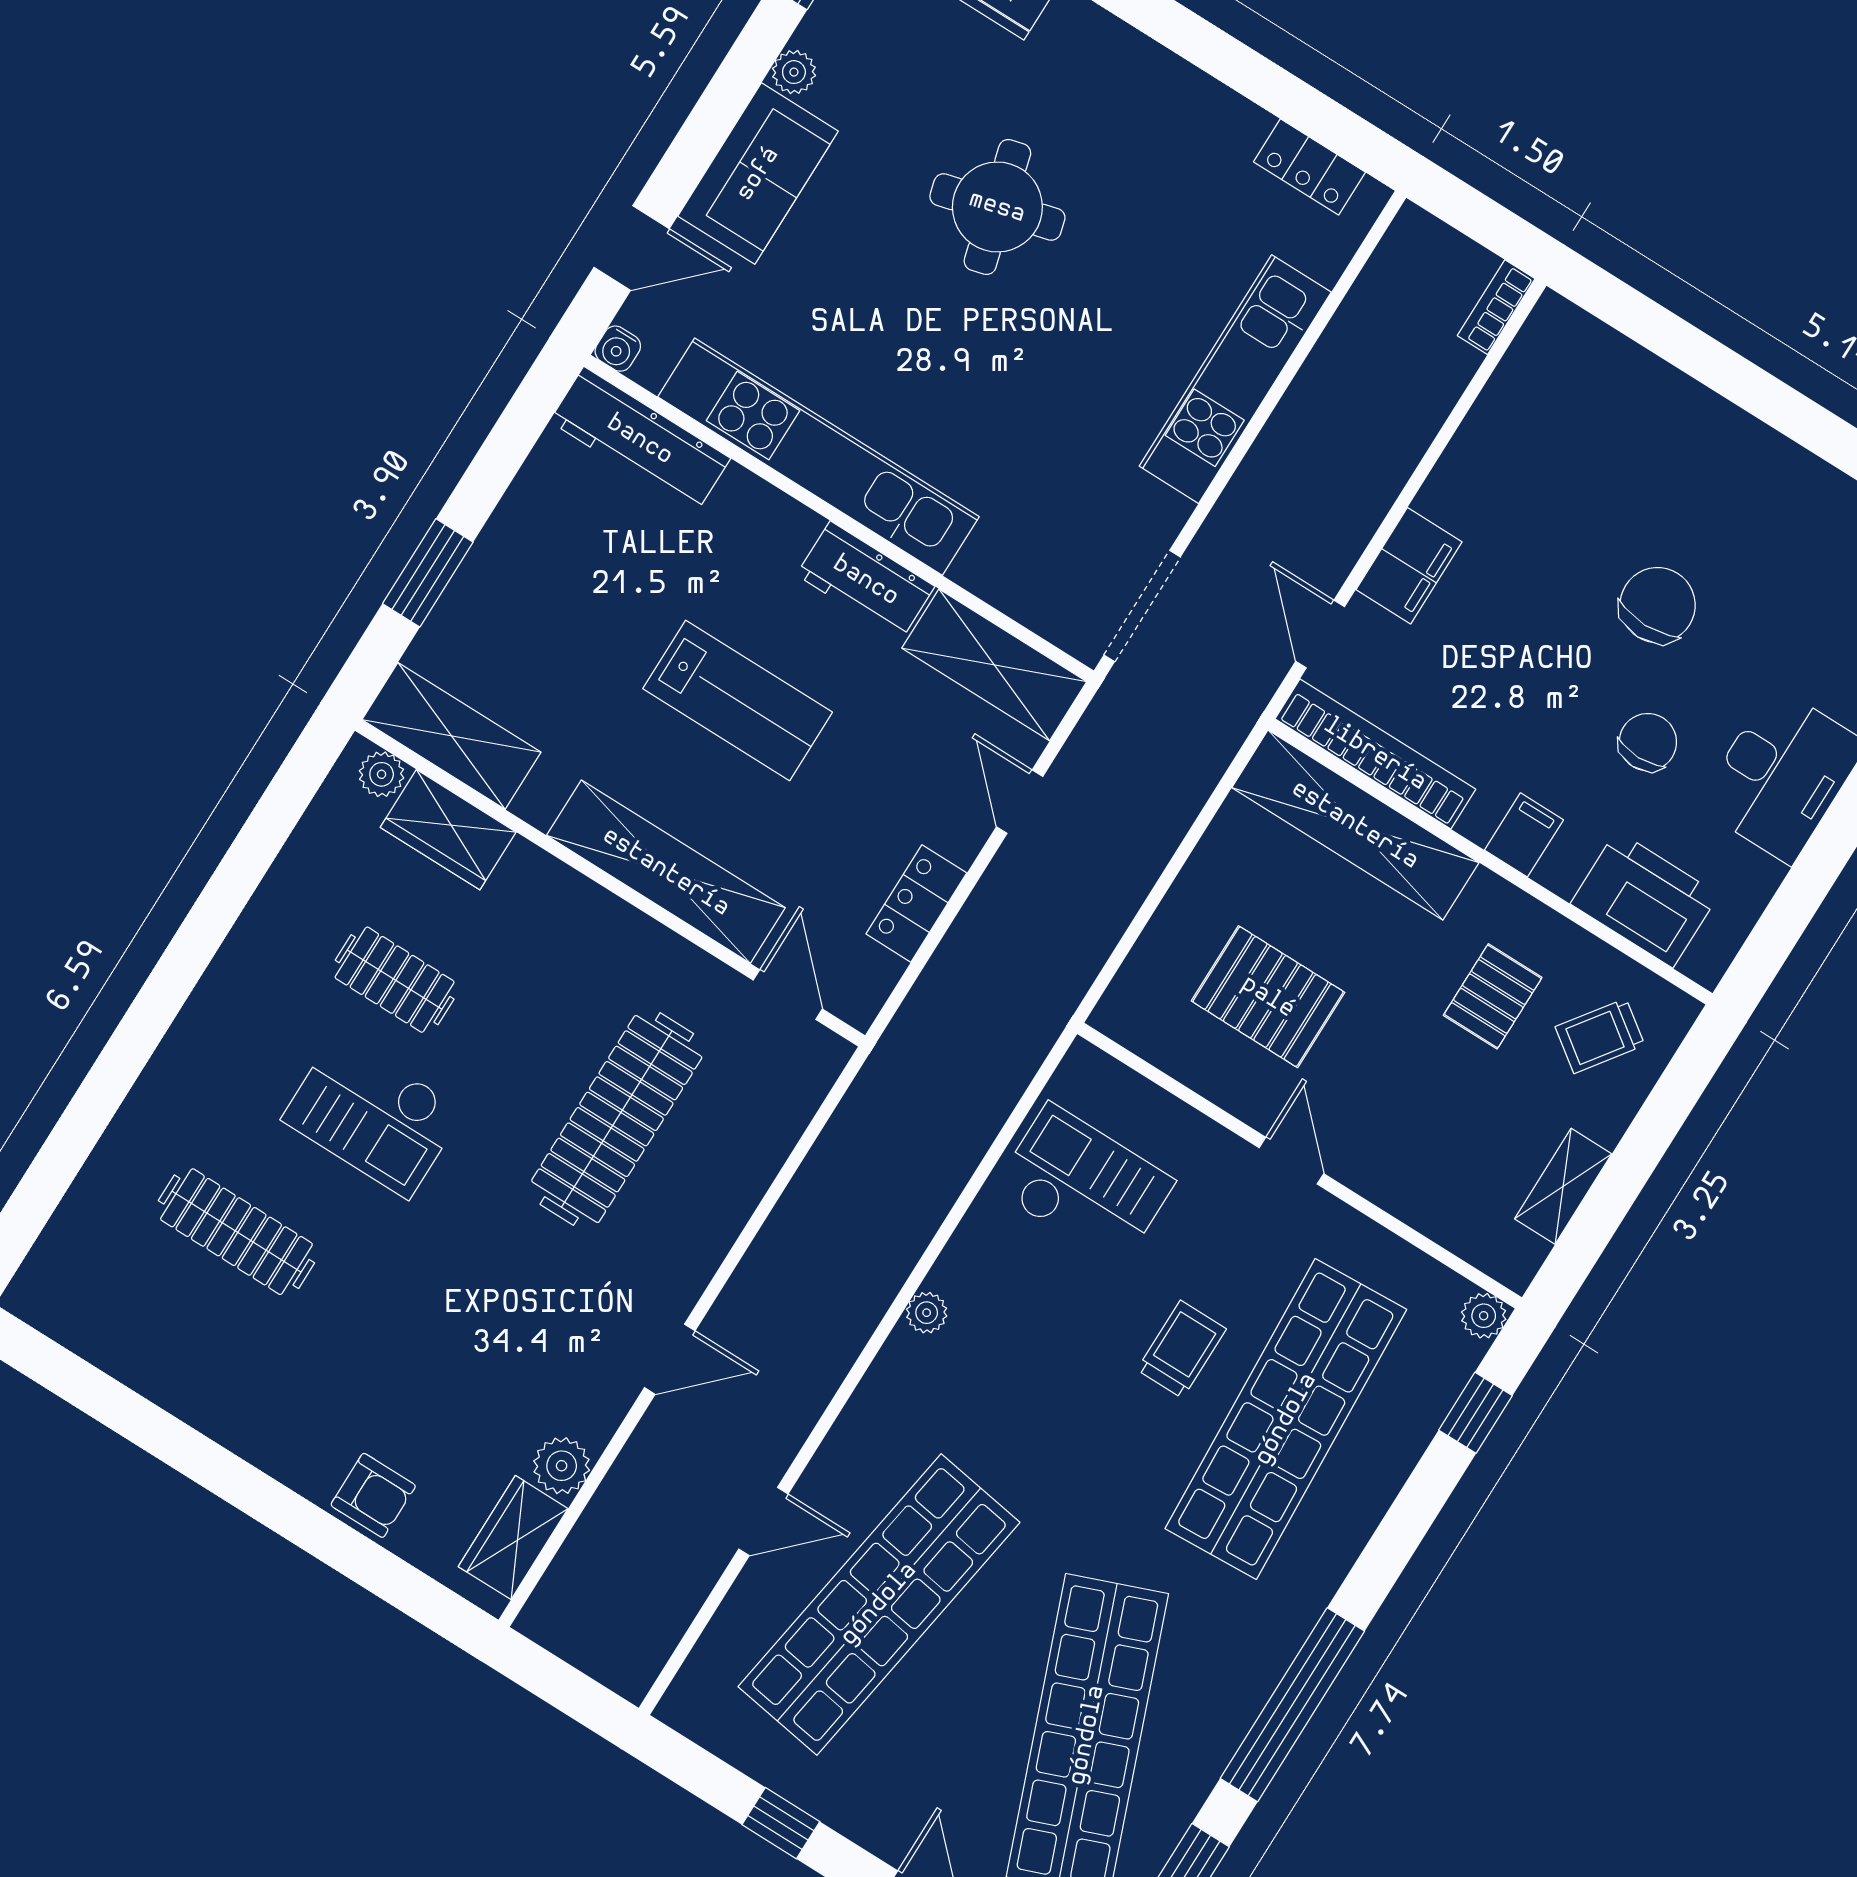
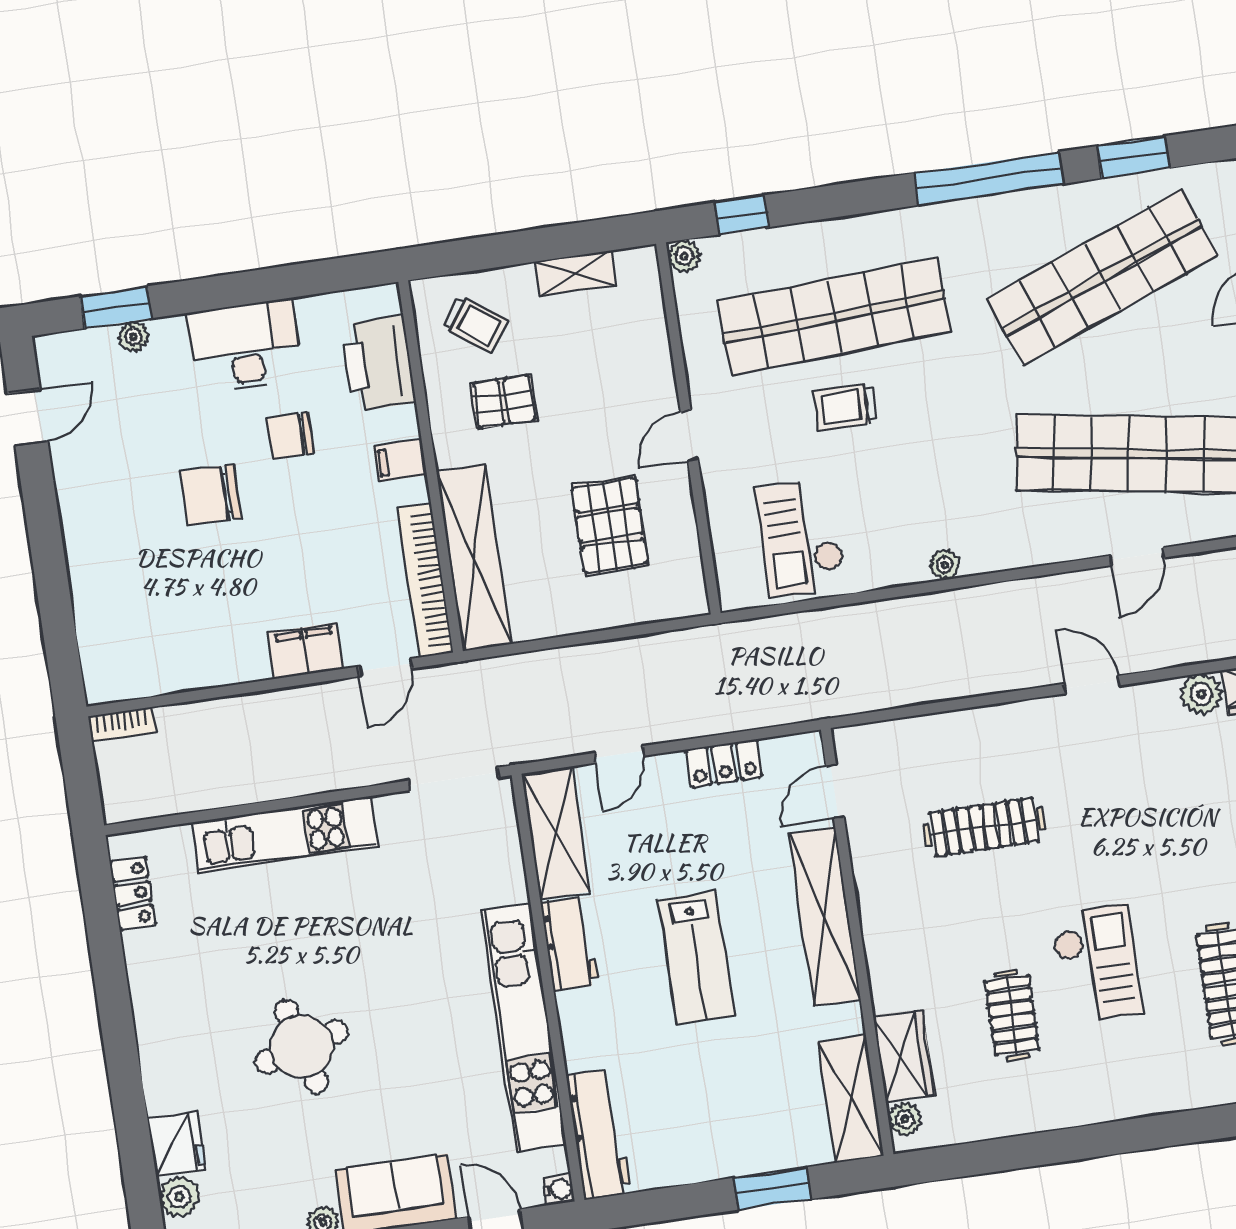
lab bench: (738, 700) -> (696, 958), turned 180
clothes rail: (617, 1119) -> (984, 827), width x0.73, depth x0.76
door: (763, 1521) -> (1137, 556), swing flipped

